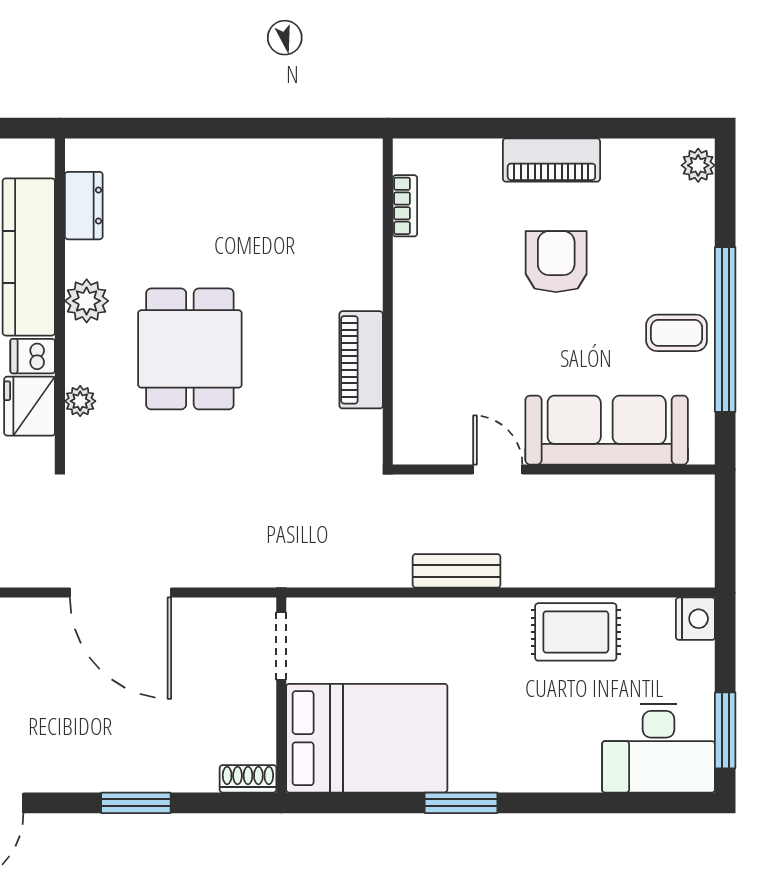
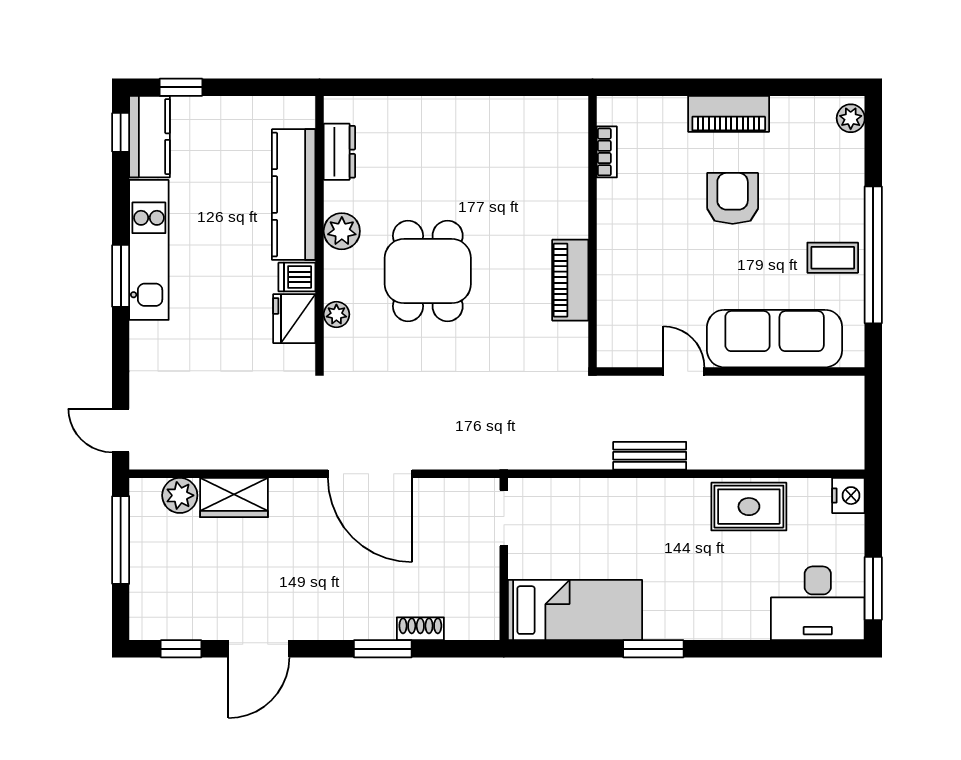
bed: (367, 738) -> (575, 610), width x0.67
shoe rack: (248, 779) -> (420, 629), moved

